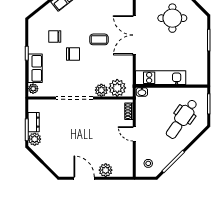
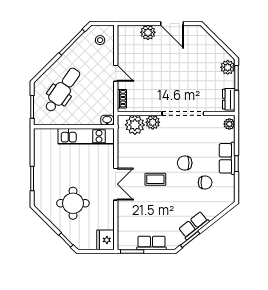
double door: (134, 35) -> (116, 184), width x0.73
row of seats: (35, 68) -> (227, 158), moved
dresser: (34, 122) -> (229, 99), moved

